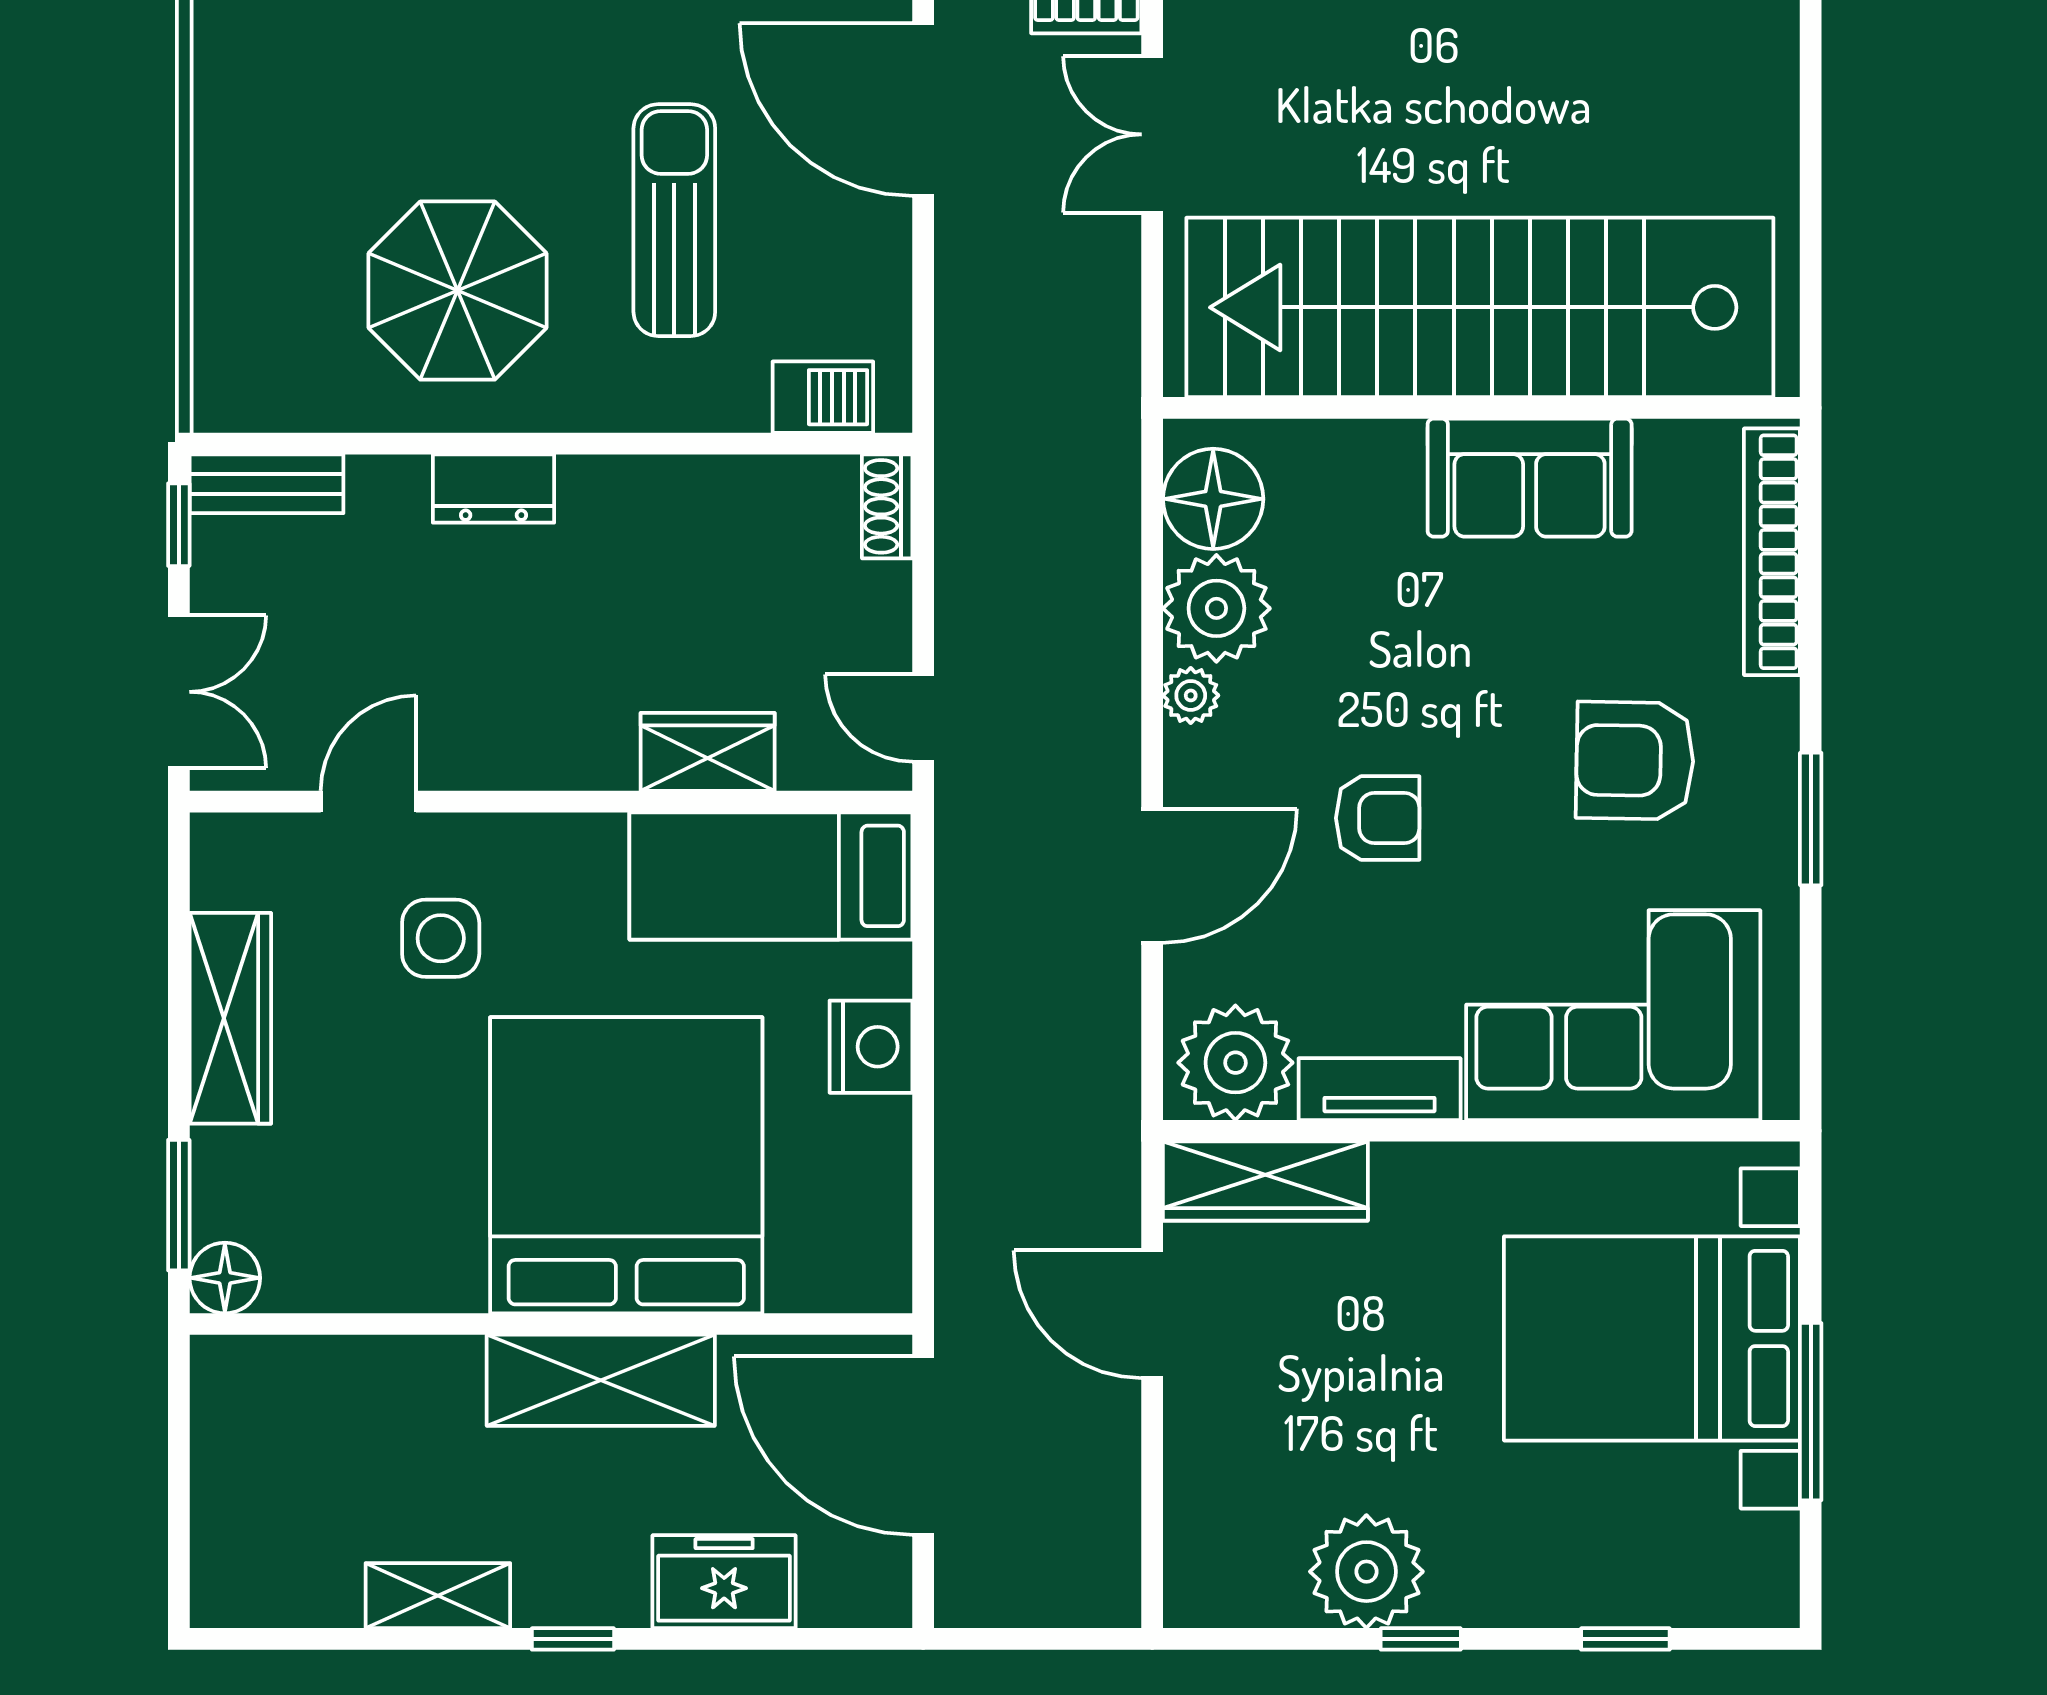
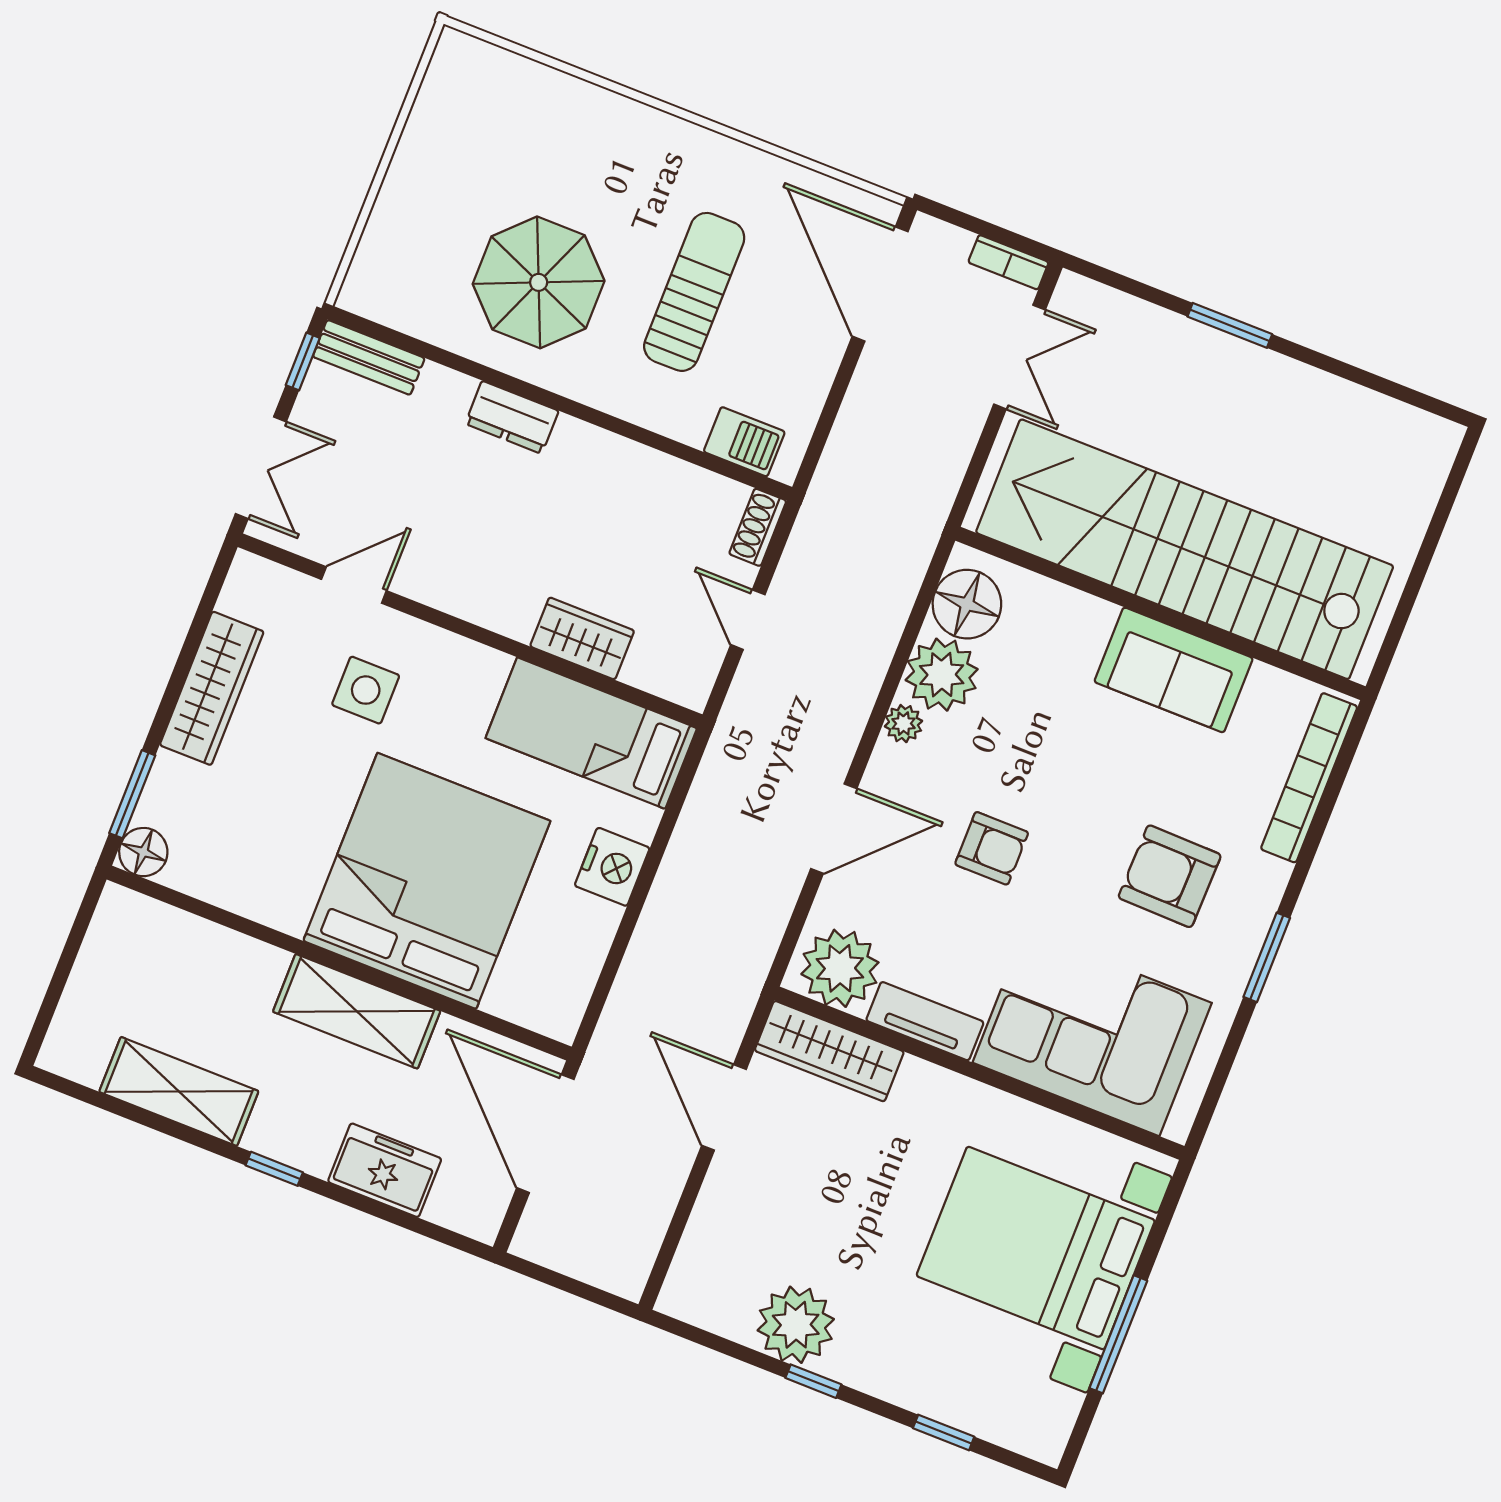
double door: (1152, 134) -> (1020, 357), swing flipped
door: (923, 718) -> (748, 620), moved
shelving: (438, 1596) -> (179, 1091), width x1.50, depth x1.33

